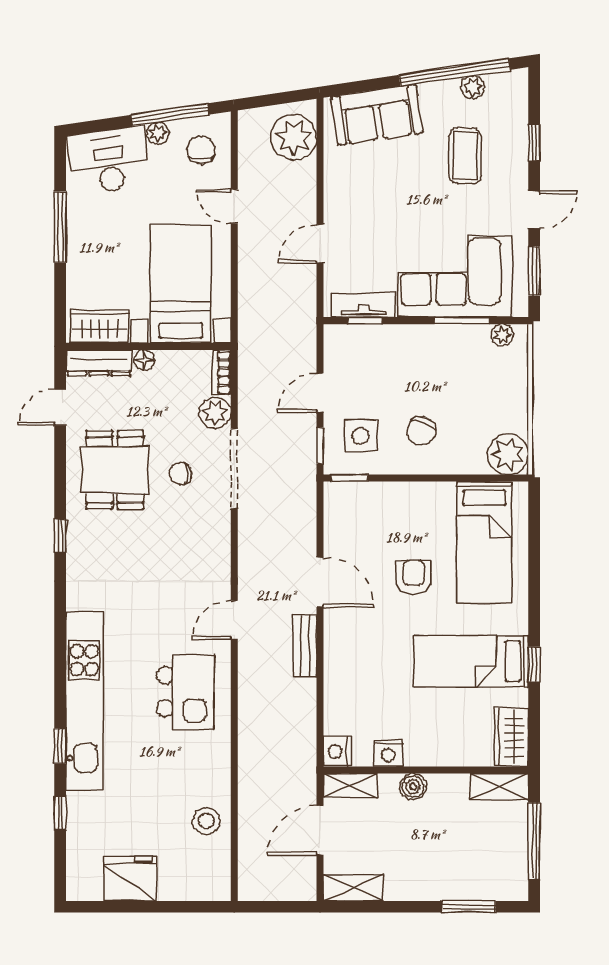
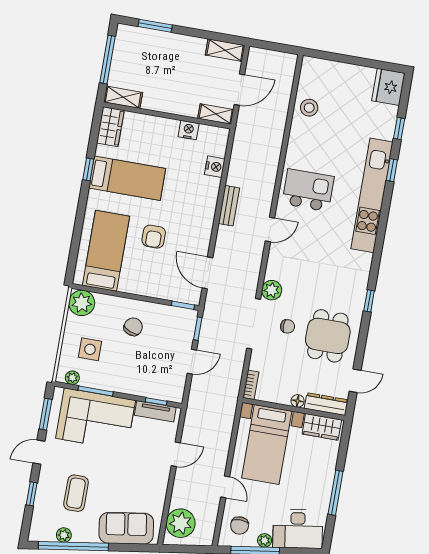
plant: (215, 413) -> (272, 290), moved
side table: (361, 436) -> (90, 349), moved
door: (320, 582) -> (207, 273), moved
kitchen island: (185, 692) -> (308, 190), turned 90
nightstand: (337, 751) -> (215, 167), moved
boiler: (413, 787) -> (177, 106), removed
fridge: (130, 879) -> (388, 87), moved, turned 90

